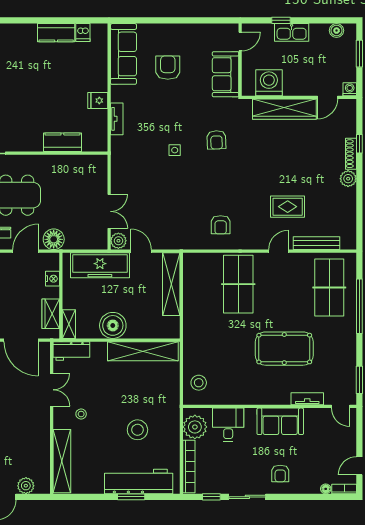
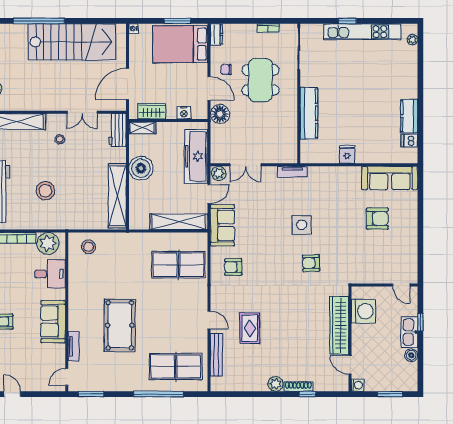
boiler: (337, 31) -> (411, 355), moved
sofa: (226, 74) -> (222, 225), moved, turned 90
tv unit: (117, 119) -> (292, 172), moved
kitchen counter: (62, 142) -> (309, 113), width x1.50
side table: (175, 150) -> (302, 225), width x1.87, depth x1.87
table tennis table: (238, 284) -> (178, 265), moved

